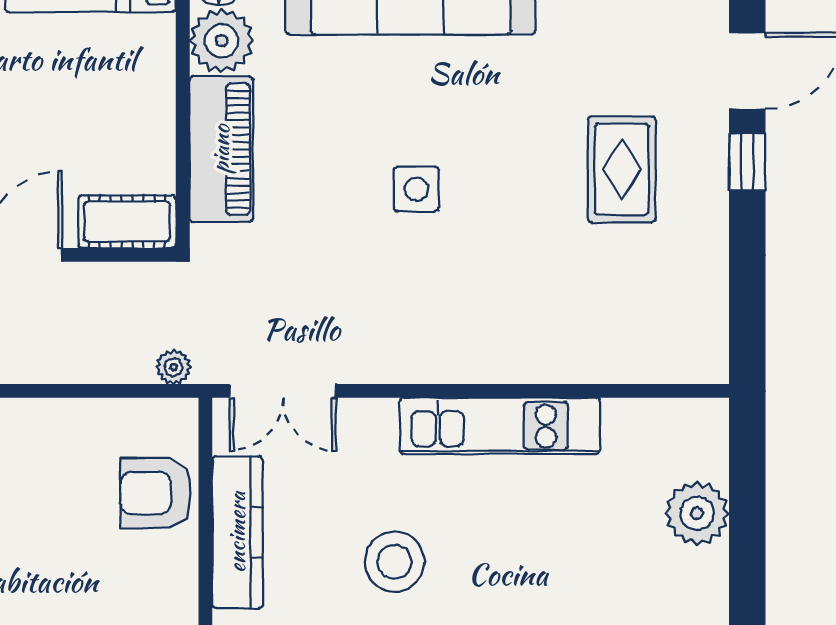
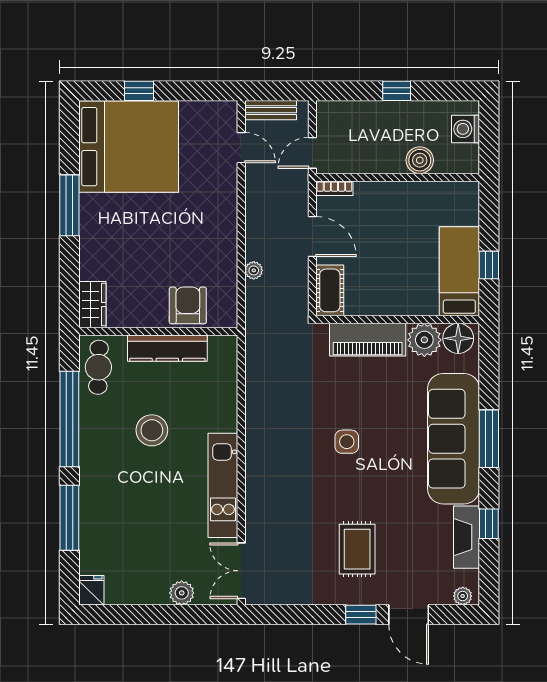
rug: (622, 169) -> (357, 549), turned 90
plant: (174, 367) -> (254, 270), moved
double door: (283, 391) -> (241, 571), moved
plant: (697, 513) -> (182, 593), width x0.73, depth x0.73

